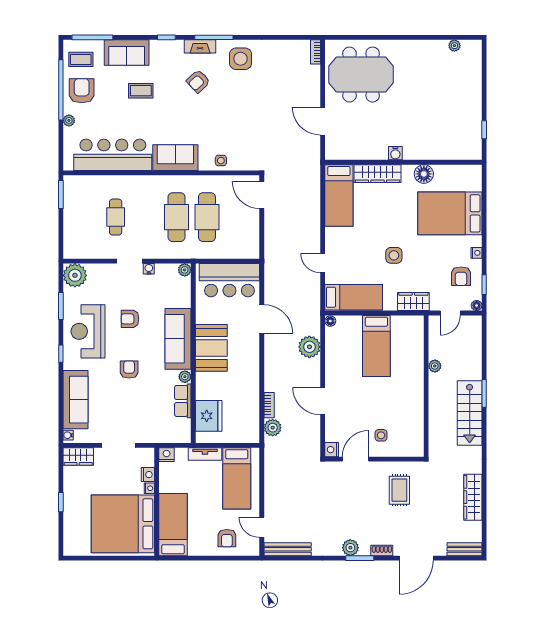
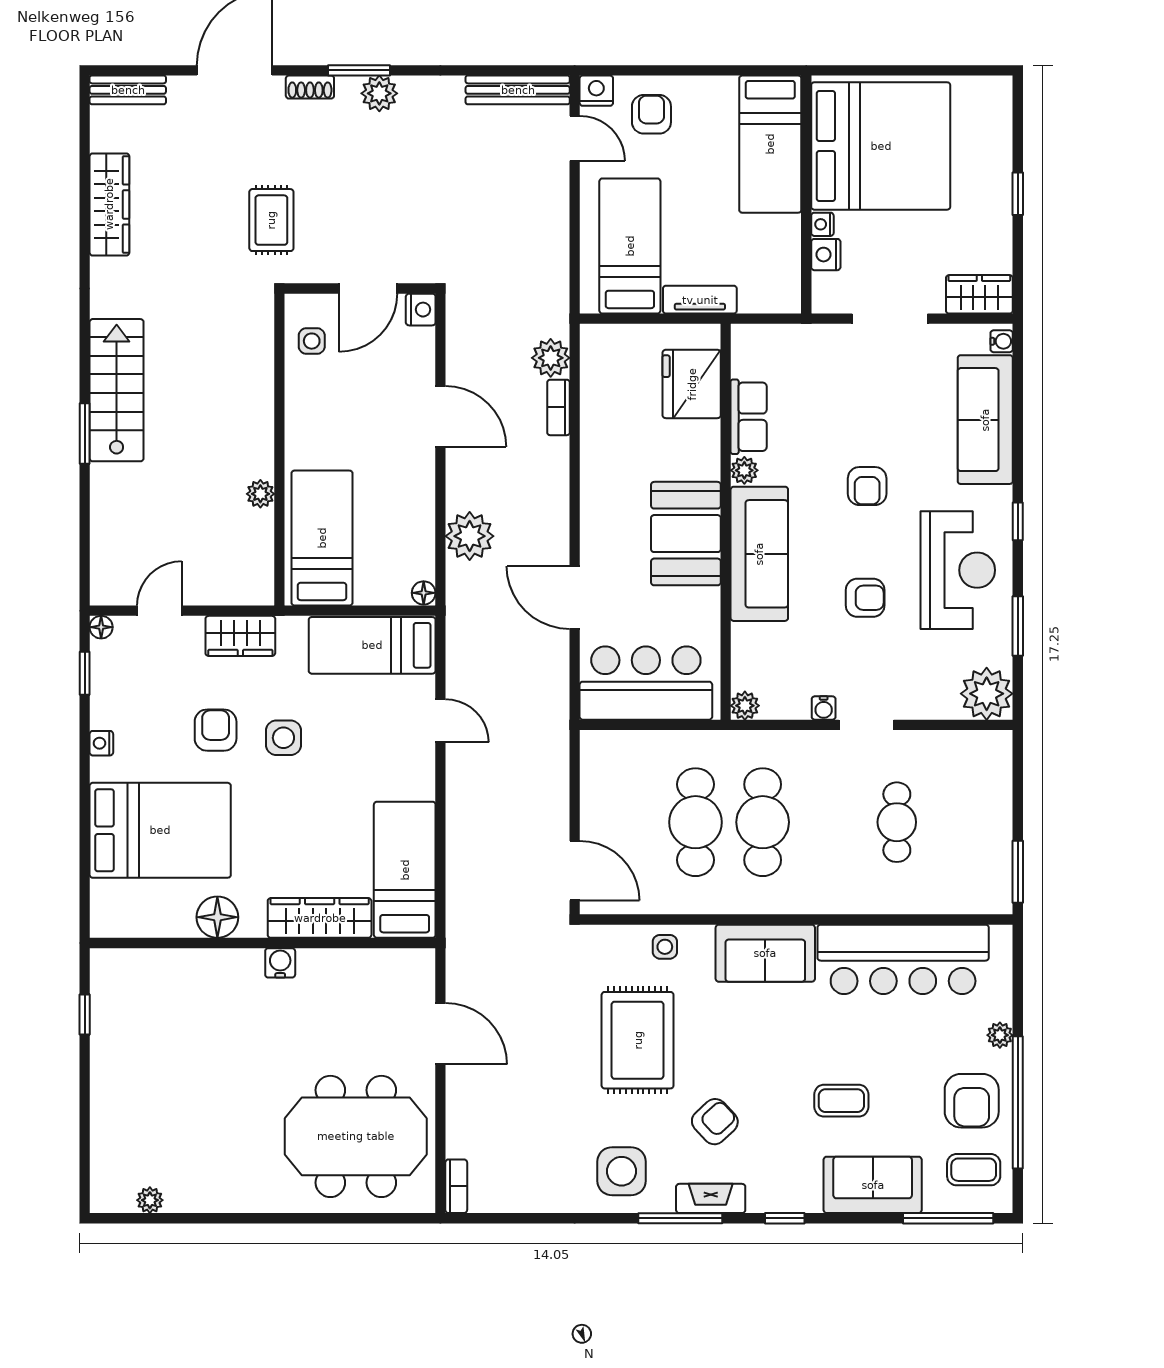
rug: (233, 118) -> (638, 1040), added
armchair: (461, 276) -> (216, 730), moved
plant: (435, 366) -> (260, 494), moved
wall: (426, 386) -> (279, 450), moved
nightstand: (167, 455) -> (596, 91), moved, turned 180

